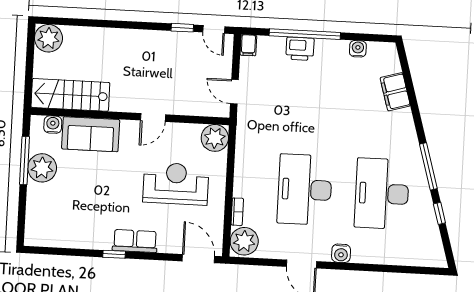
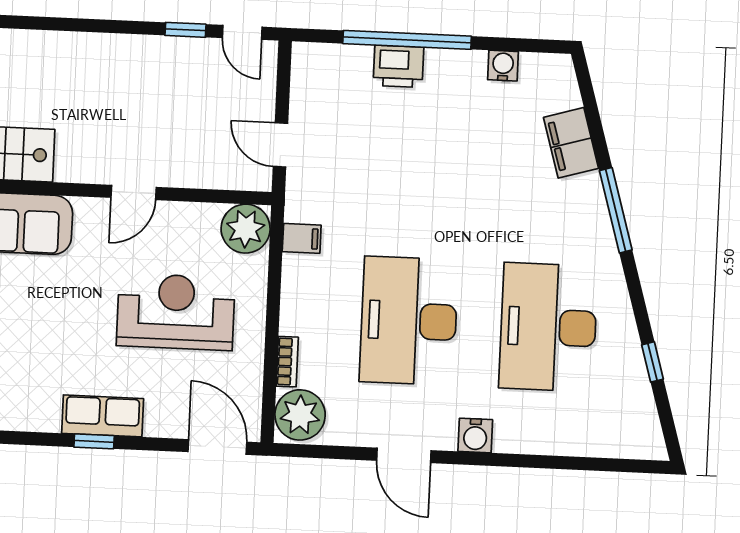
filing cabinet: (248, 45) -> (302, 238), moved, turned -90
window: (428, 166) -> (616, 210), moved
window: (114, 254) -> (94, 441), moved

